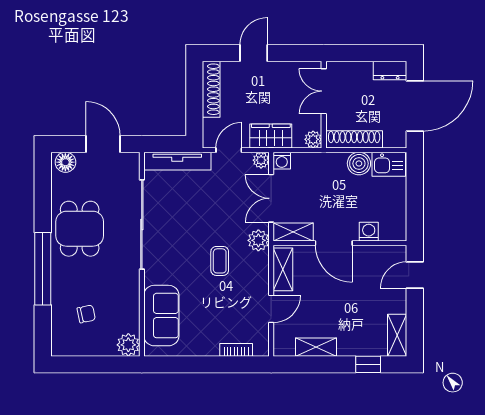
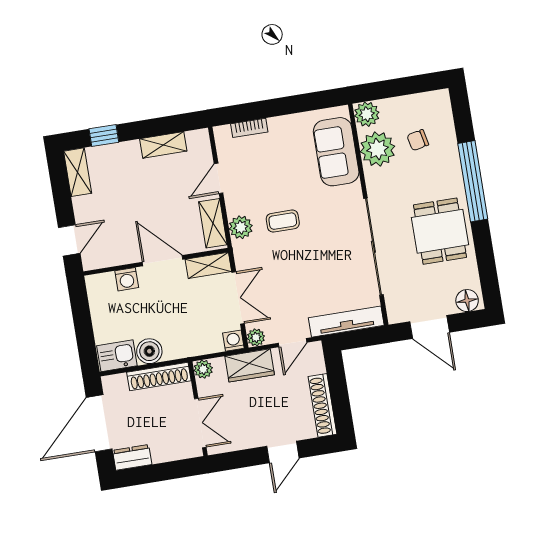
plant: (258, 240) -> (241, 227), moved
coffee table: (220, 261) -> (283, 221), turned 90
plant: (124, 312) -> (378, 149), added

